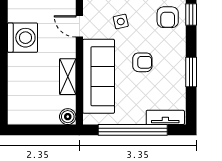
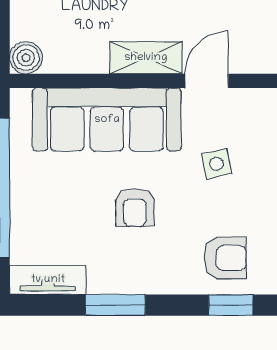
armchair: (168, 17) -> (225, 258), turned 180
shelving: (68, 77) -> (146, 58), moved
tv unit: (165, 117) -> (48, 280), moved, turned -90

